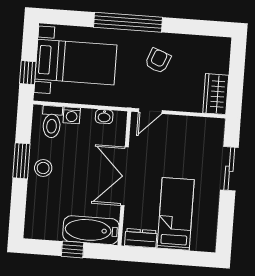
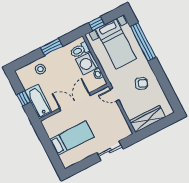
window: (128, 22) -> (143, 42), moved
wardrobe: (216, 94) -> (147, 119), width x1.50
washing machine: (72, 115) -> (87, 63), width x1.89, depth x1.89
stool: (43, 168) -> (40, 69), moved
dresser: (141, 238) -> (50, 128), removed

